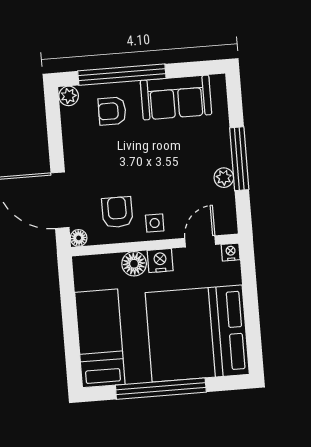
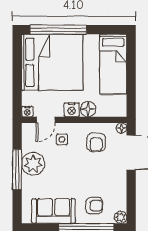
plant: (224, 178) -> (33, 164), width x1.88, depth x1.88
side table: (155, 223) -> (62, 139), moved
window: (161, 389) -> (58, 30), moved

